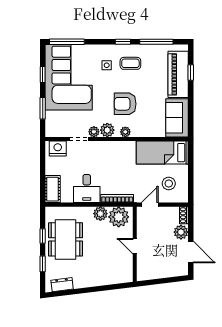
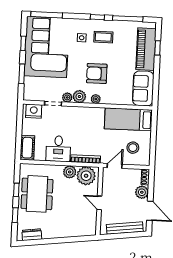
bench: (164, 272) -> (125, 228), added

